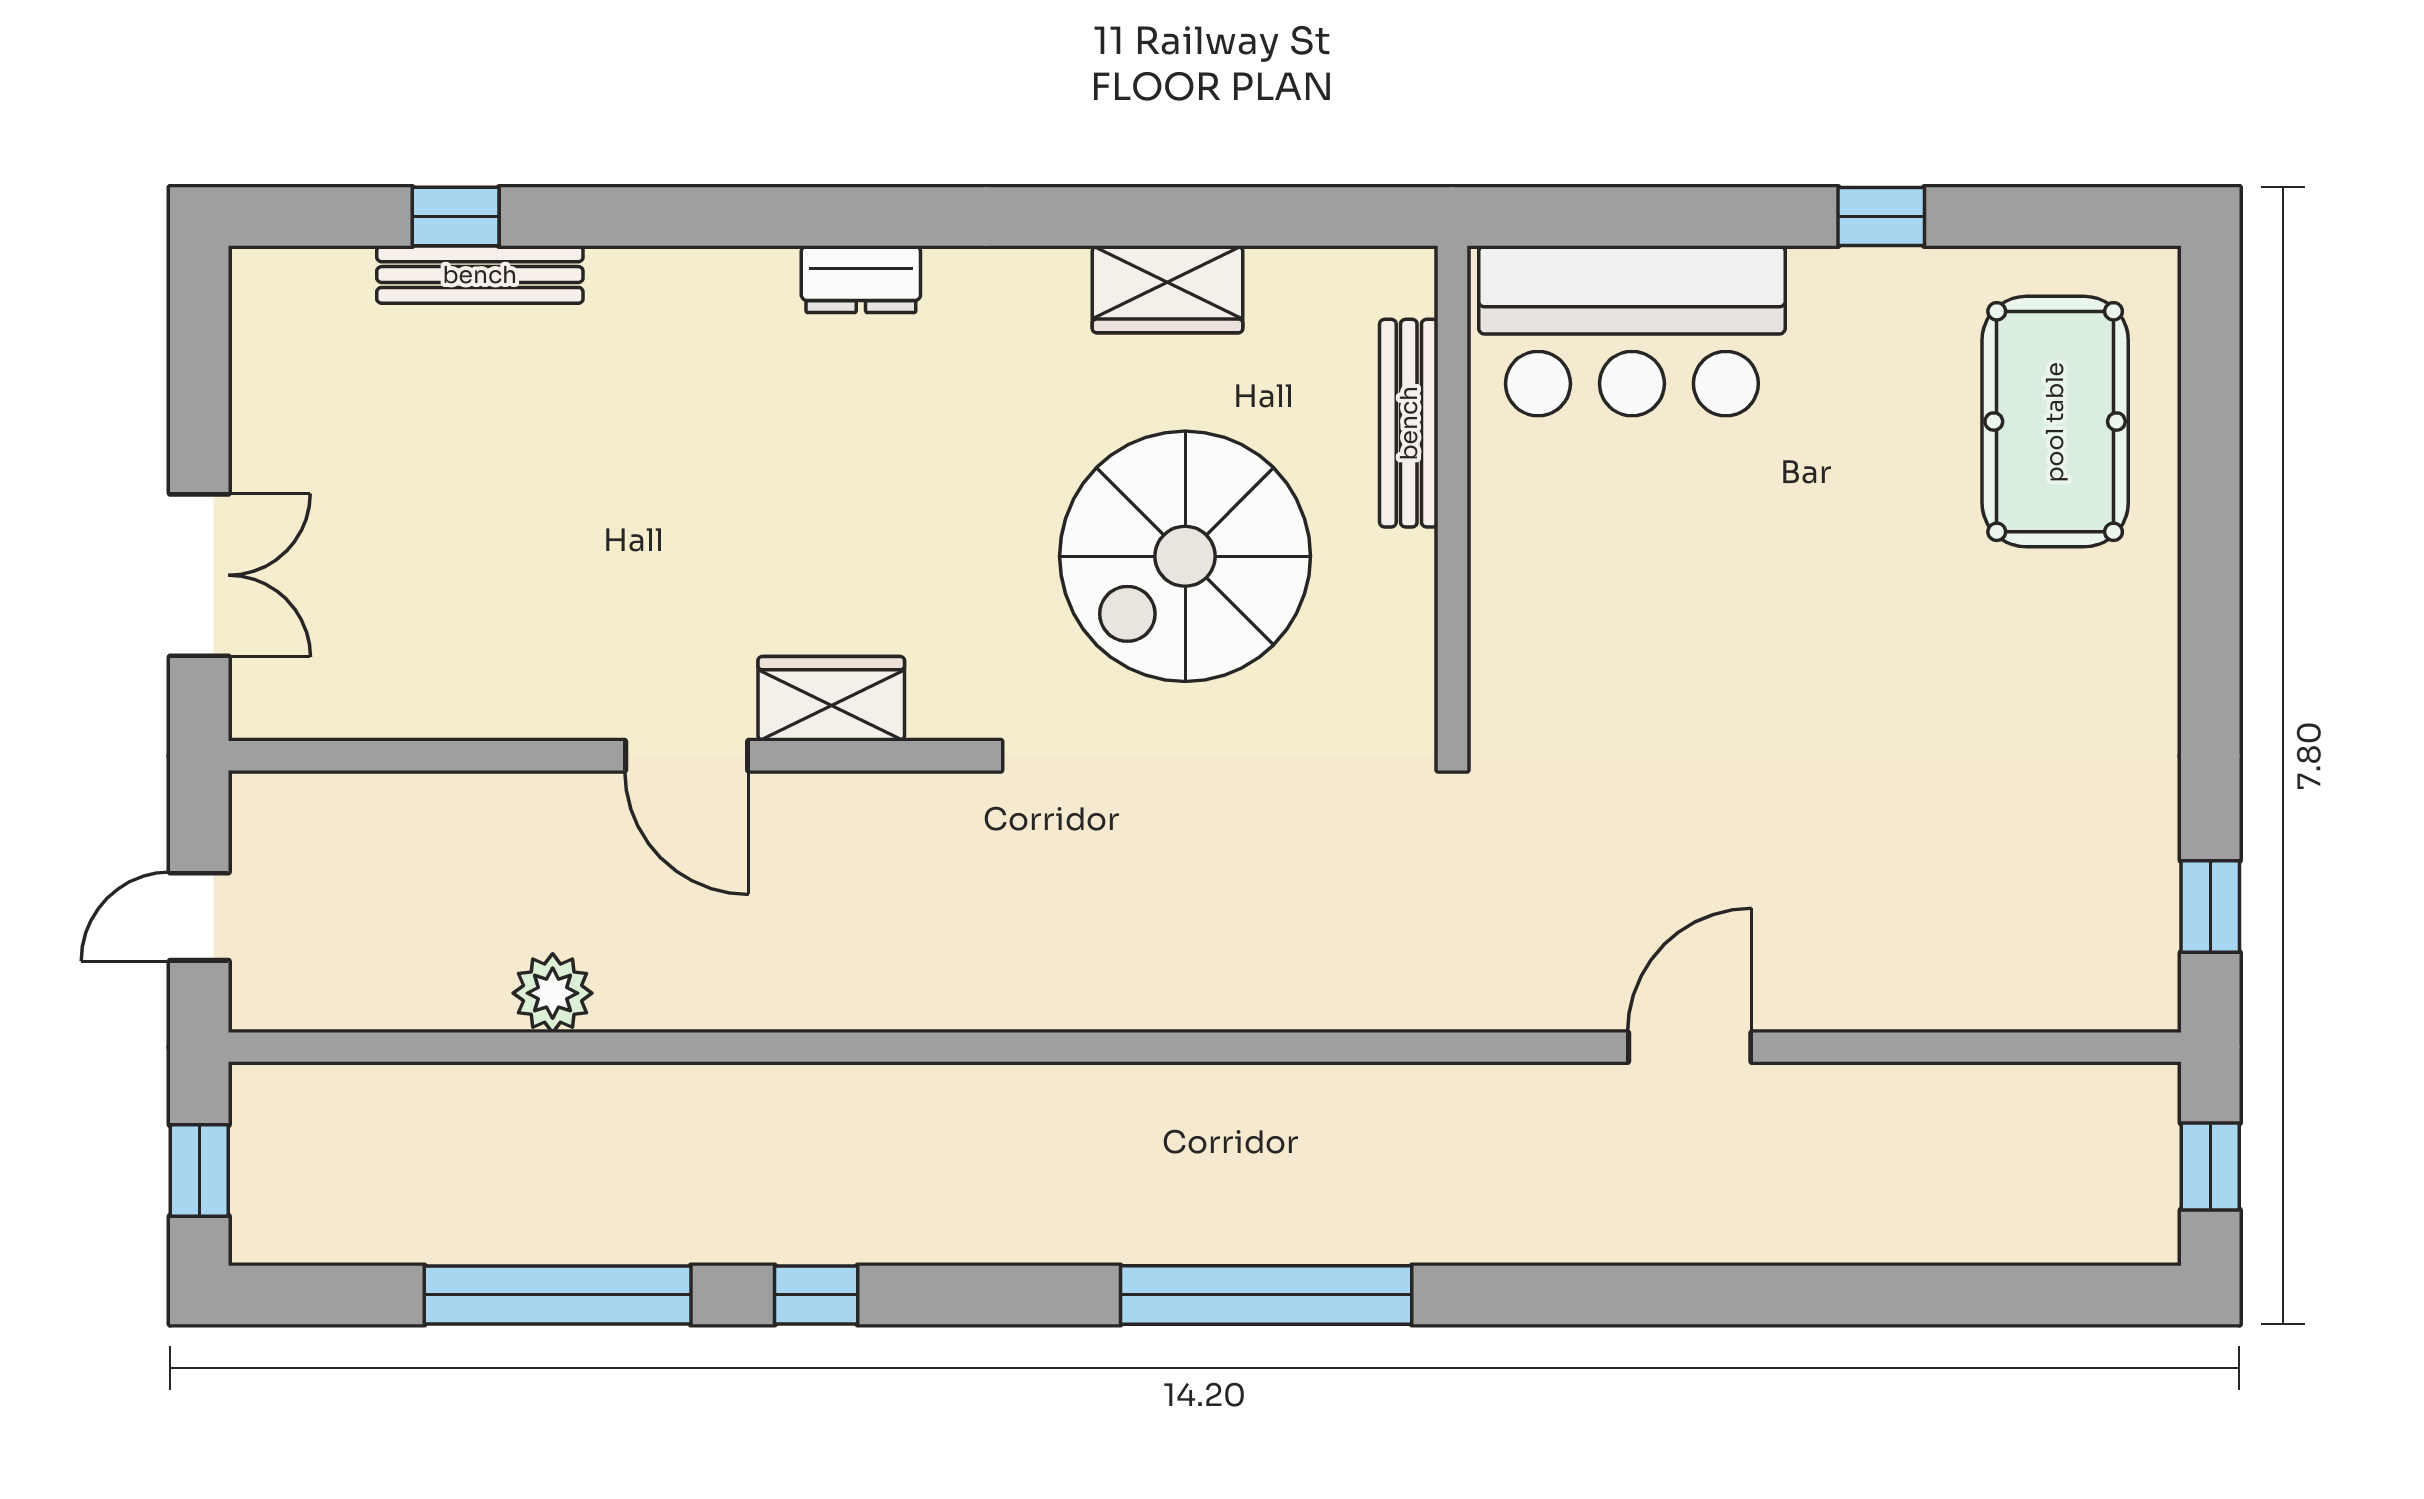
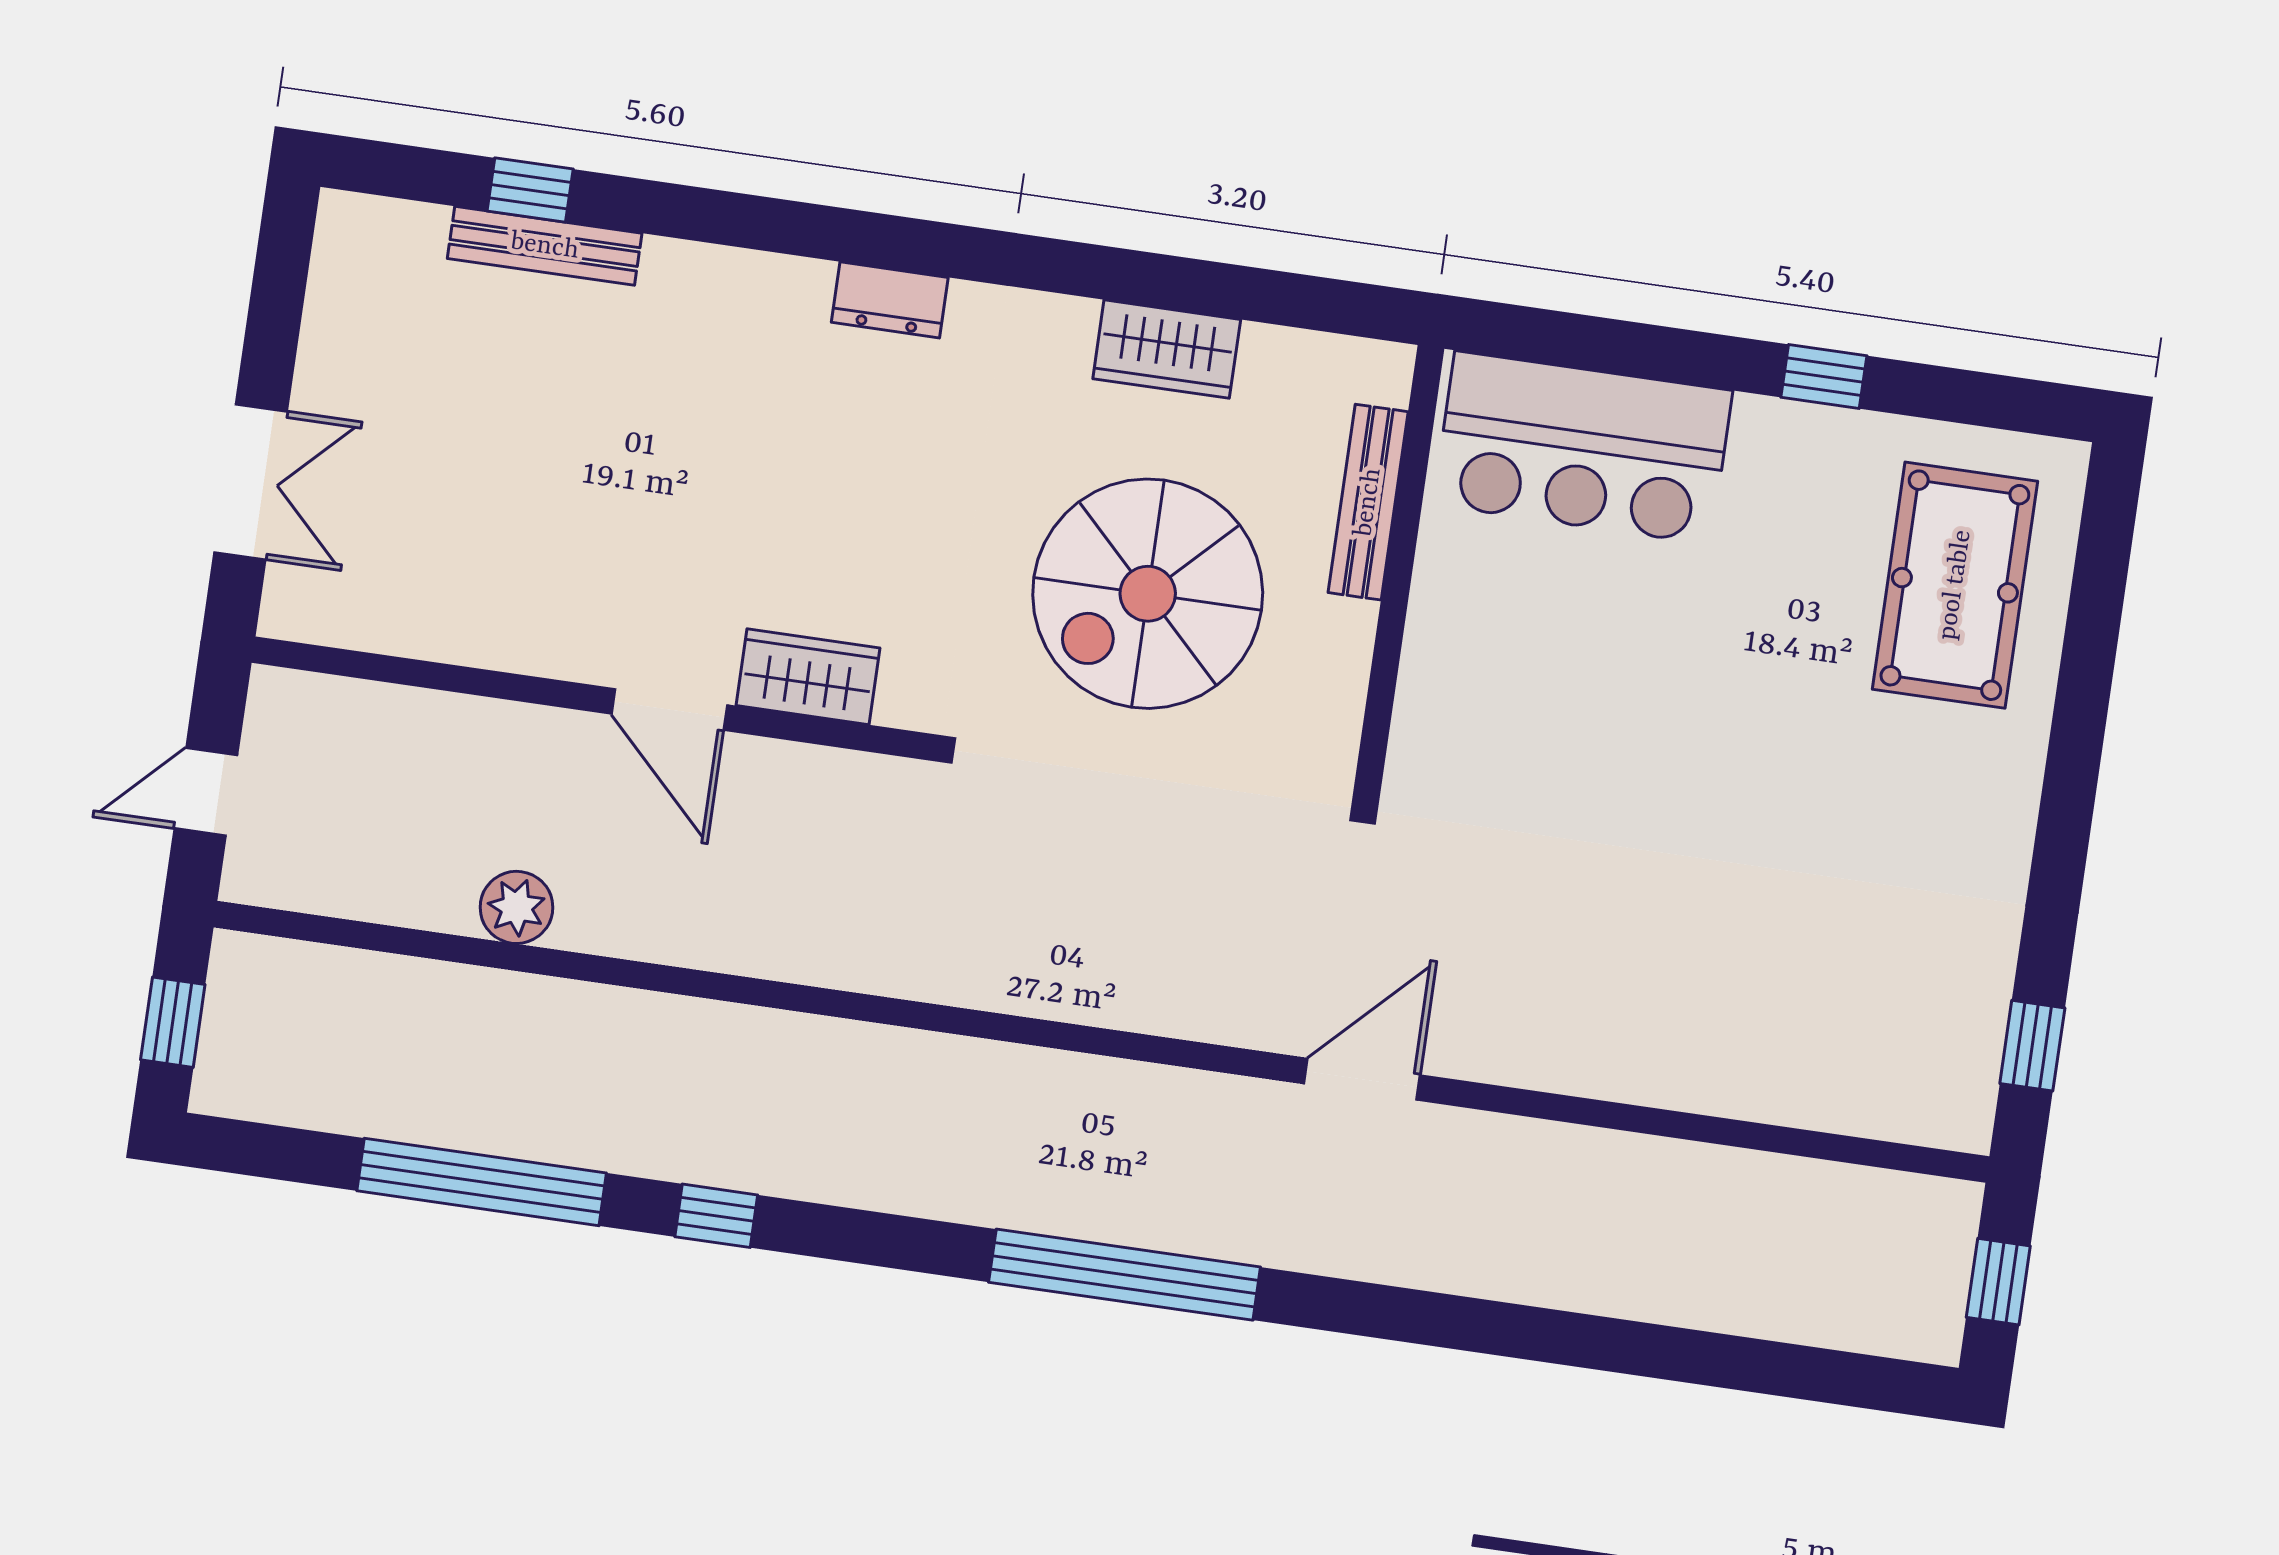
door: (1690, 1047) -> (1362, 1079), moved

